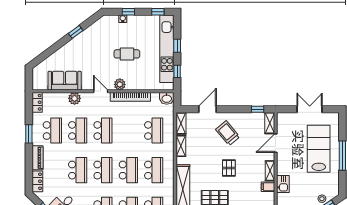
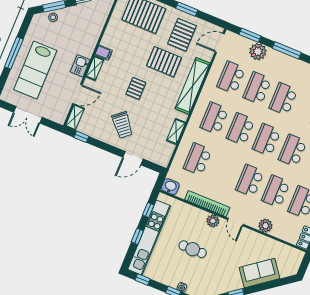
sofa: (65, 81) -> (259, 273), moved, turned 143
shelving: (181, 123) -> (166, 155), removed
kitchen sink: (283, 184) -> (80, 66), moved

